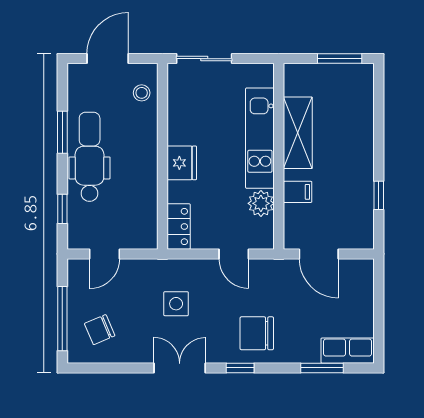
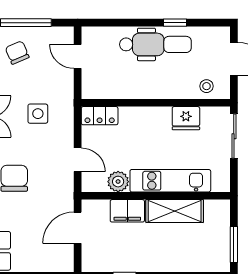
window: (62, 132) -> (175, 23), width x0.67
fridge: (182, 163) -> (186, 118), moved
filing cabinet: (298, 192) -> (127, 211), width x2.00
window: (62, 209) -> (114, 23), removed
door: (234, 254) -> (78, 160), swing flipped

